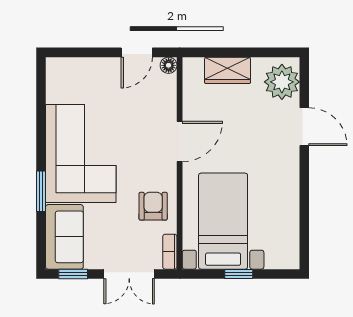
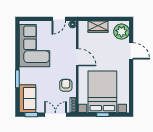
door: (180, 141) -> (77, 57), hinge flipped
corner sofa: (81, 153) -> (35, 46), moved
bed with nightstands: (223, 221) -> (102, 92), width x1.36
double door: (129, 274) -> (55, 115), swing flipped

